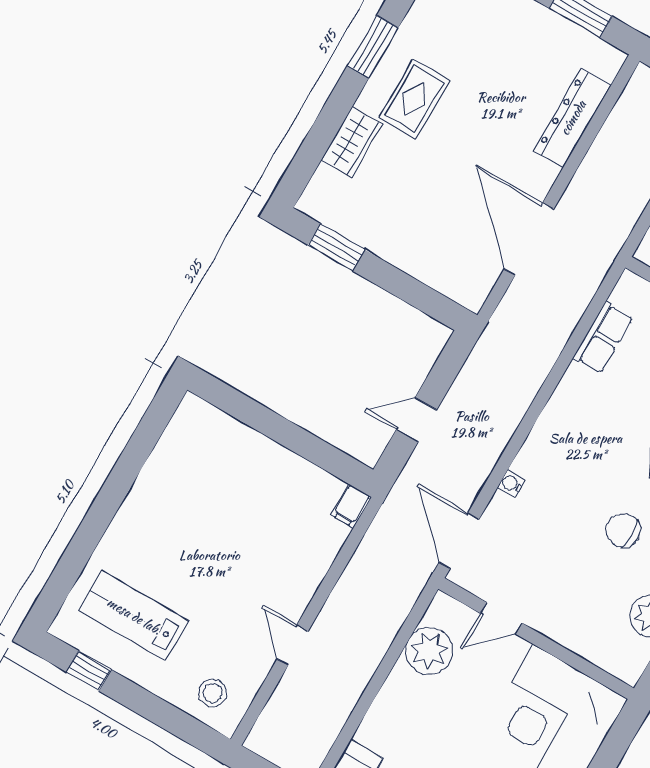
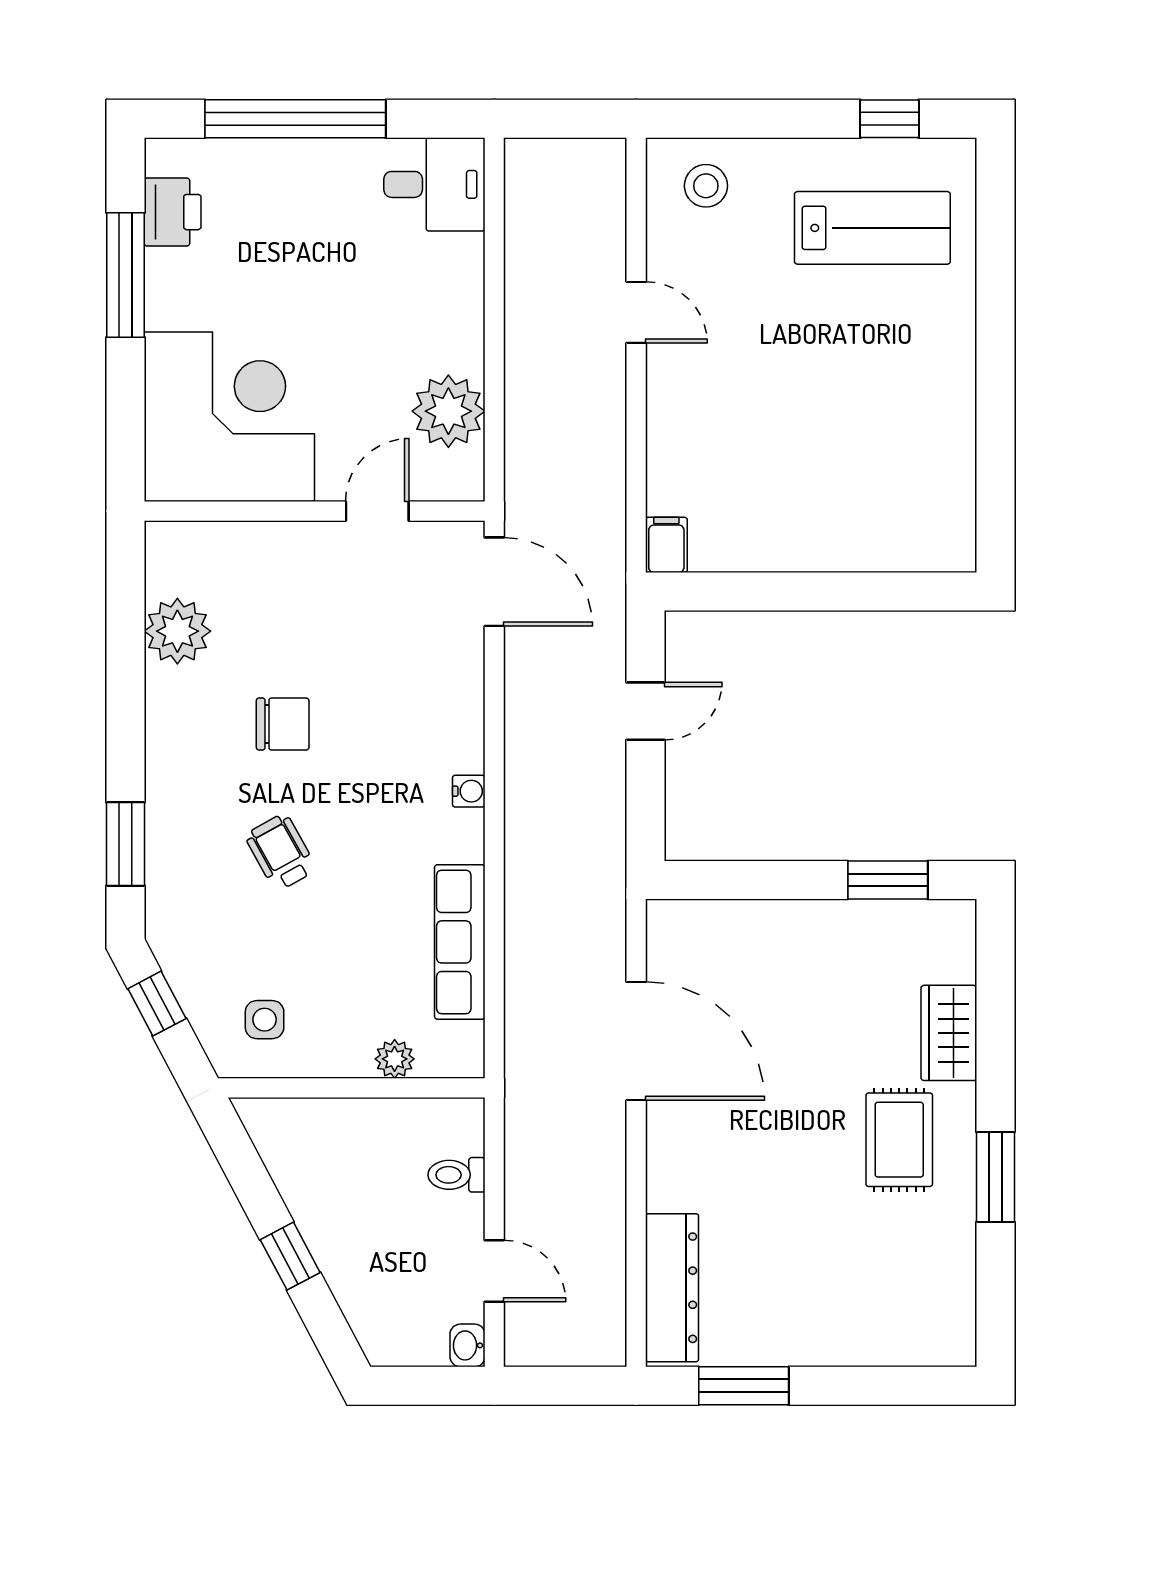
dresser: (573, 118) -> (672, 1288), moved
row of seats: (603, 338) -> (460, 942), width x1.48
water cooler: (511, 484) -> (469, 791), moved

